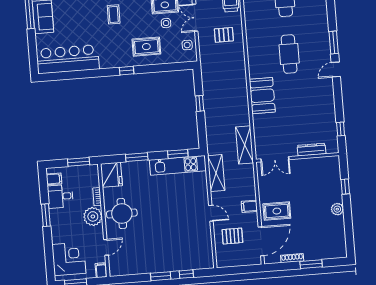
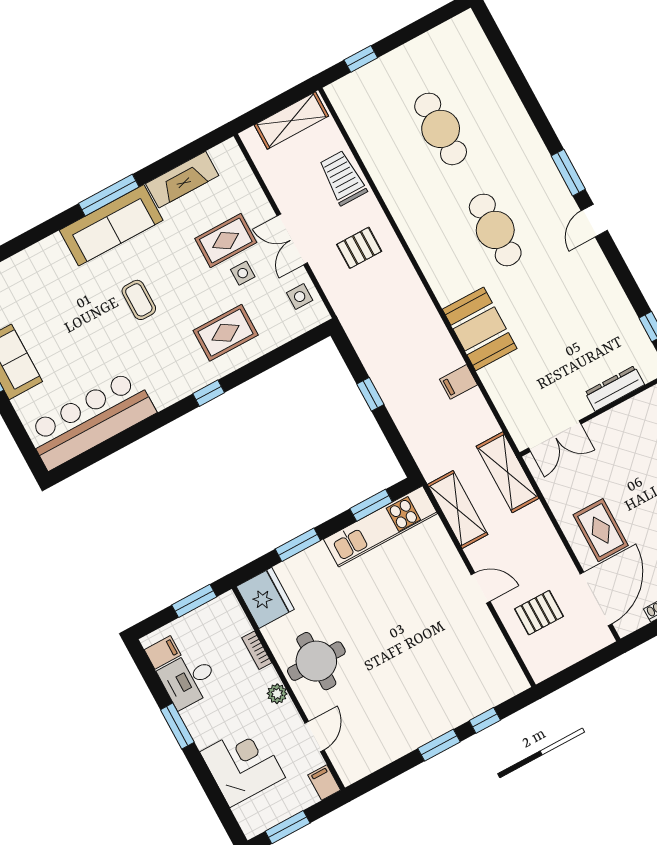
shelving: (245, 145) -> (508, 472), moved
filing cabinet: (249, 206) -> (458, 382), moved
rug: (277, 211) -> (601, 530), turned 90
plant: (93, 216) -> (277, 694), width x0.53, depth x0.53
corner desk: (69, 259) -> (243, 765), moved

